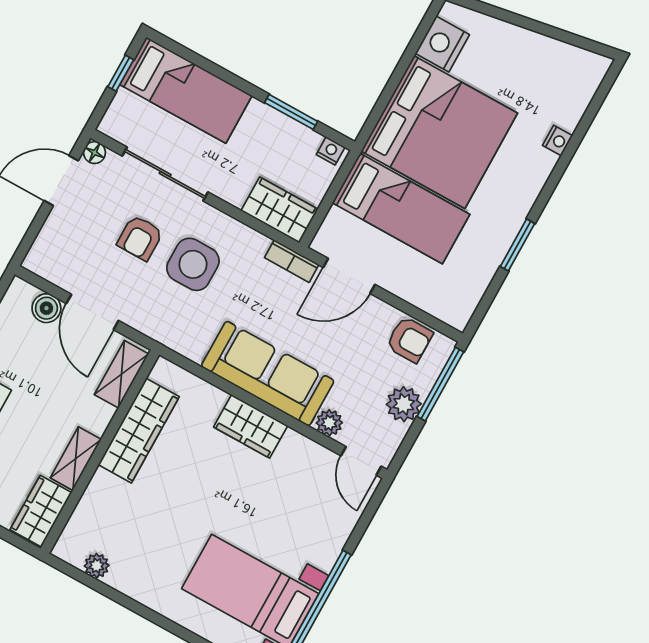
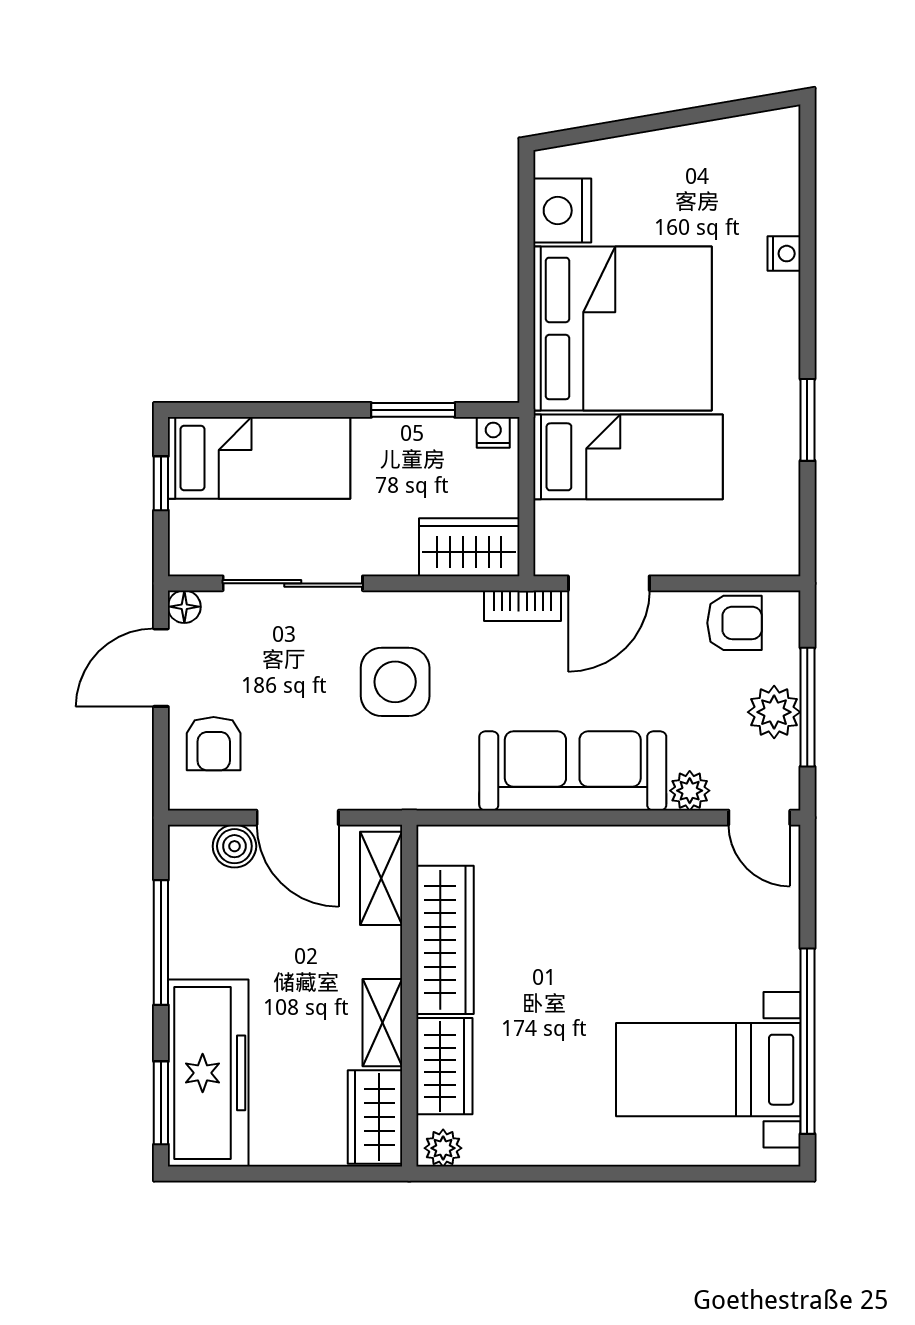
armchair: (140, 238) -> (214, 744), moved
window: (440, 384) -> (807, 707), moved
wardrobe: (251, 426) -> (444, 1066), moved, turned -90
plant: (97, 566) -> (443, 1148), moved

